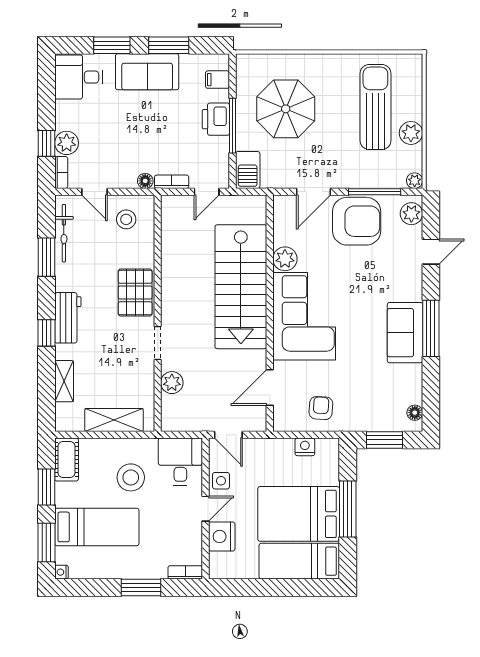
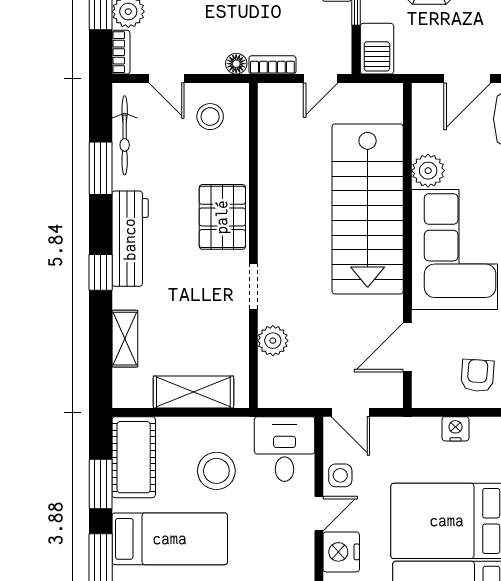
workbench: (68, 318) -> (130, 239), width x1.37
cot: (67, 460) -> (134, 457), width x1.37, depth x1.34

